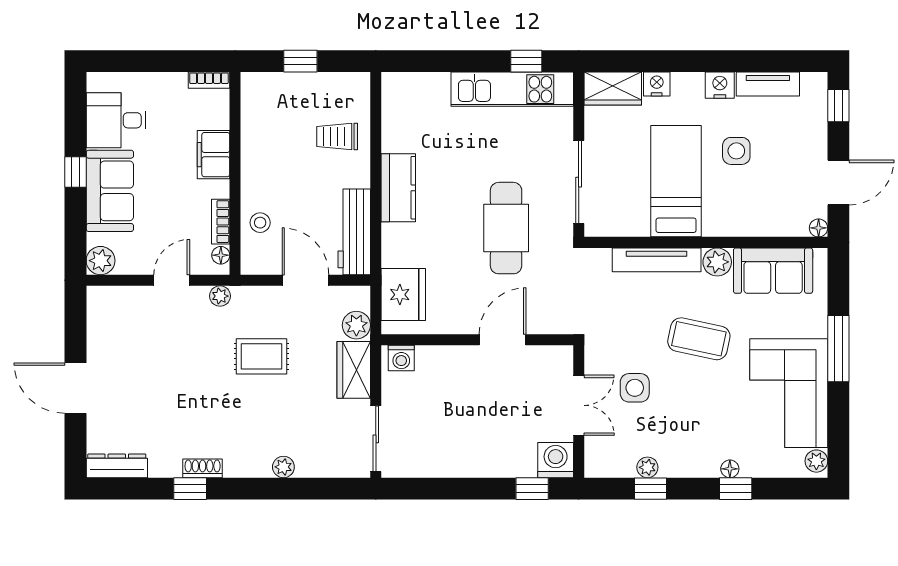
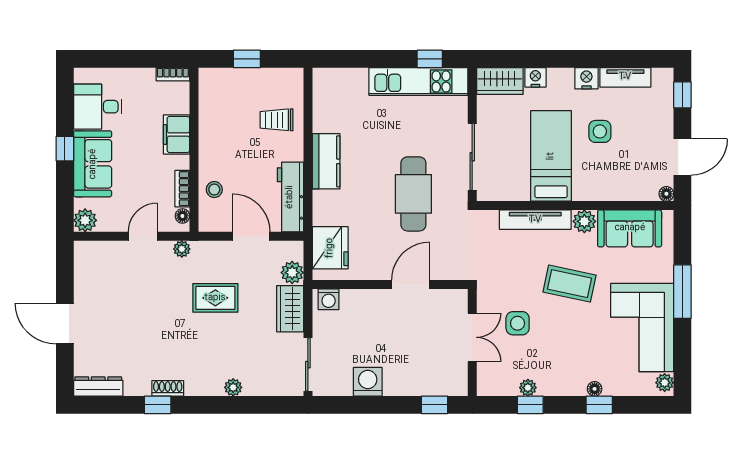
washing machine: (556, 460) -> (368, 382), moved

